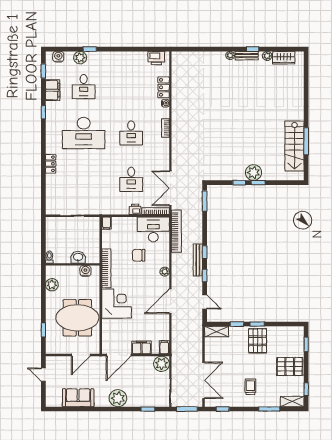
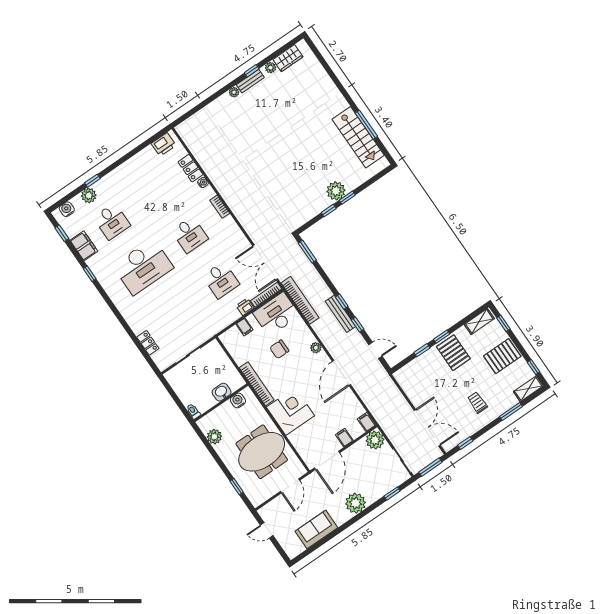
locker: (51, 164) -> (148, 343), moved
filing cabinet: (107, 223) -> (244, 327), moved
shelving: (217, 332) -> (479, 321), moved
filing cabinet: (141, 347) -> (344, 438), width x0.50

